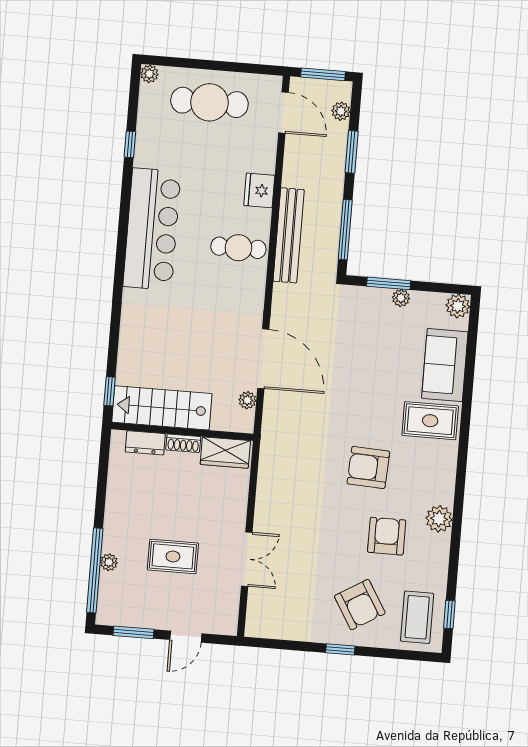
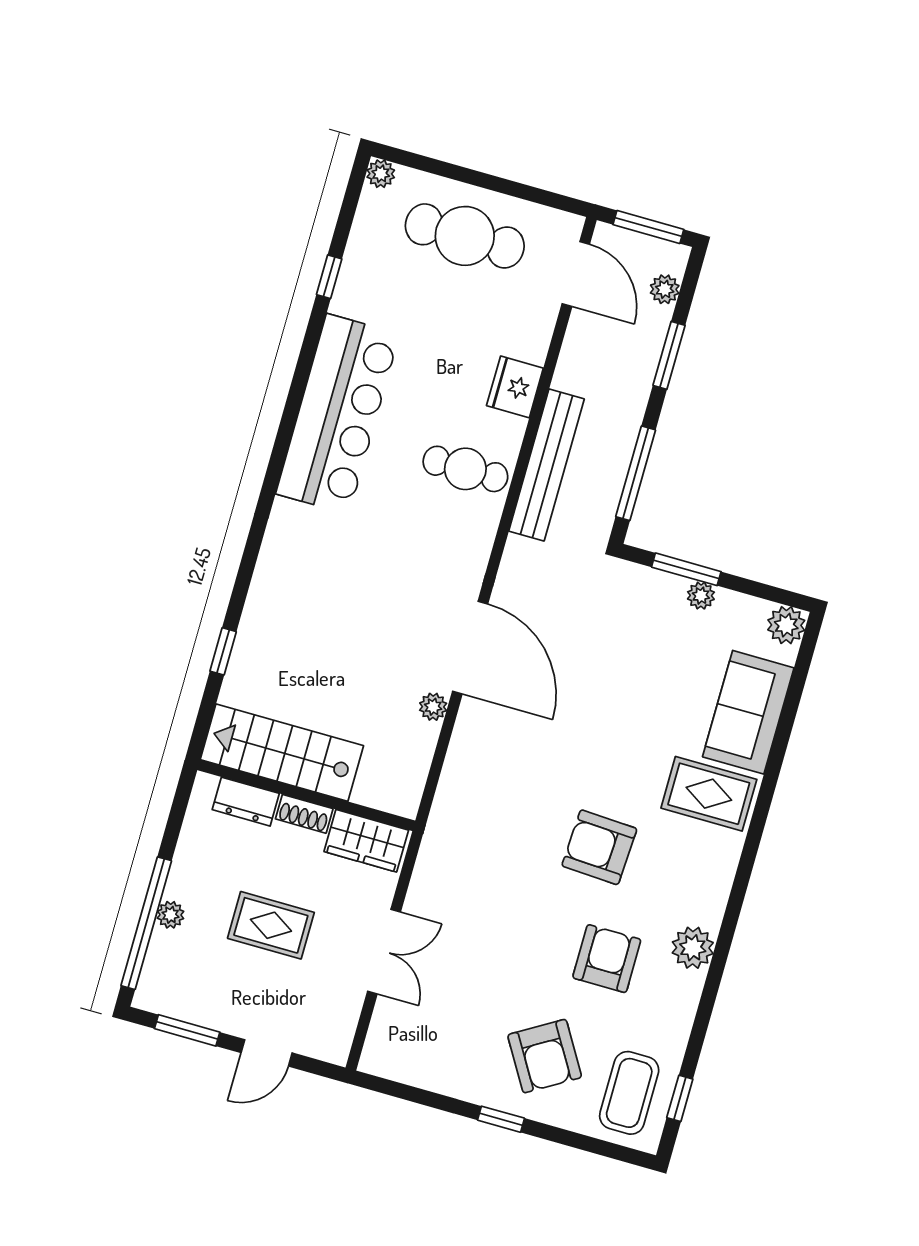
stairs: (162, 408) -> (282, 753), moved
wall: (182, 431) -> (306, 795), moved
dresser: (145, 443) -> (246, 802), moved
shoe rack: (183, 443) -> (304, 814), moved
wardrobe: (225, 453) -> (366, 841), moved

